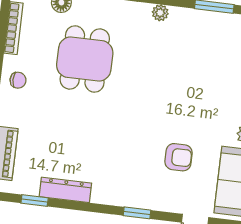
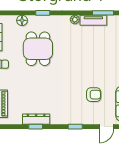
tv unit: (195, 18) -> (93, 20), added
window: (35, 200) -> (36, 127), moved

